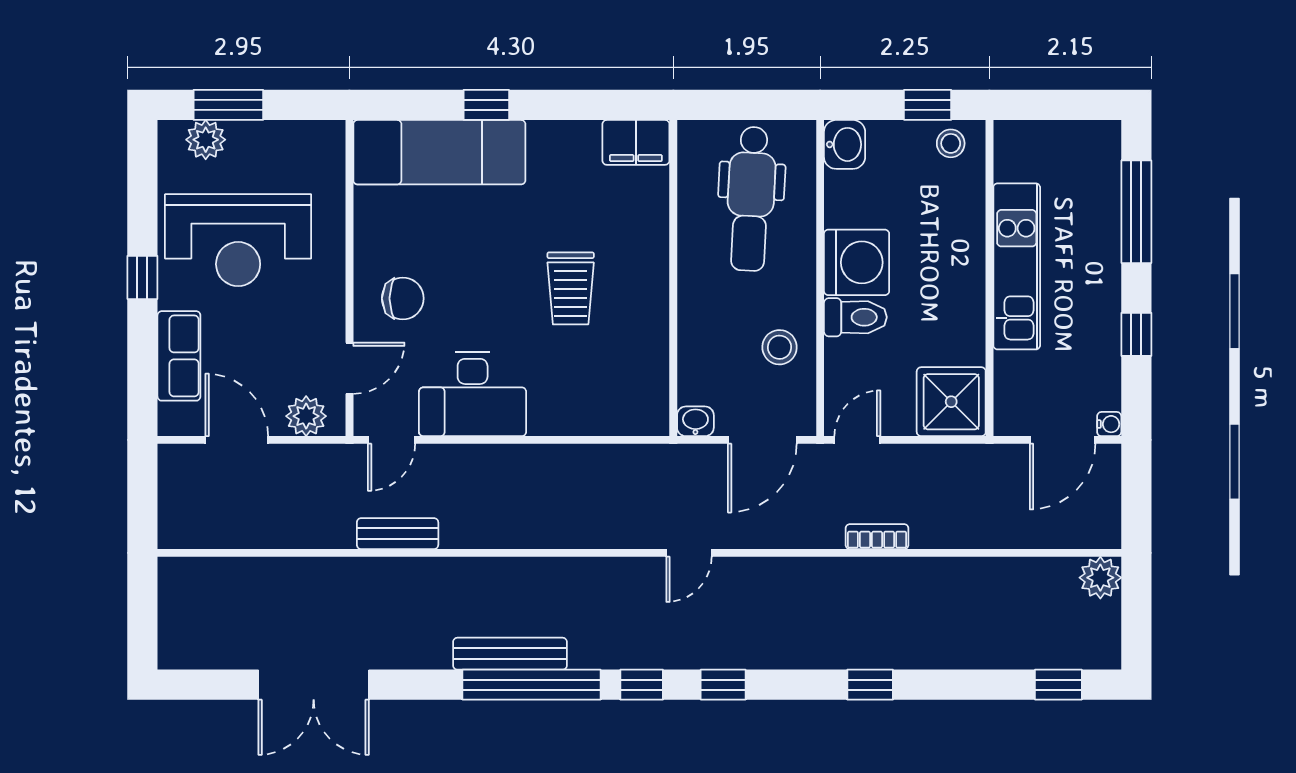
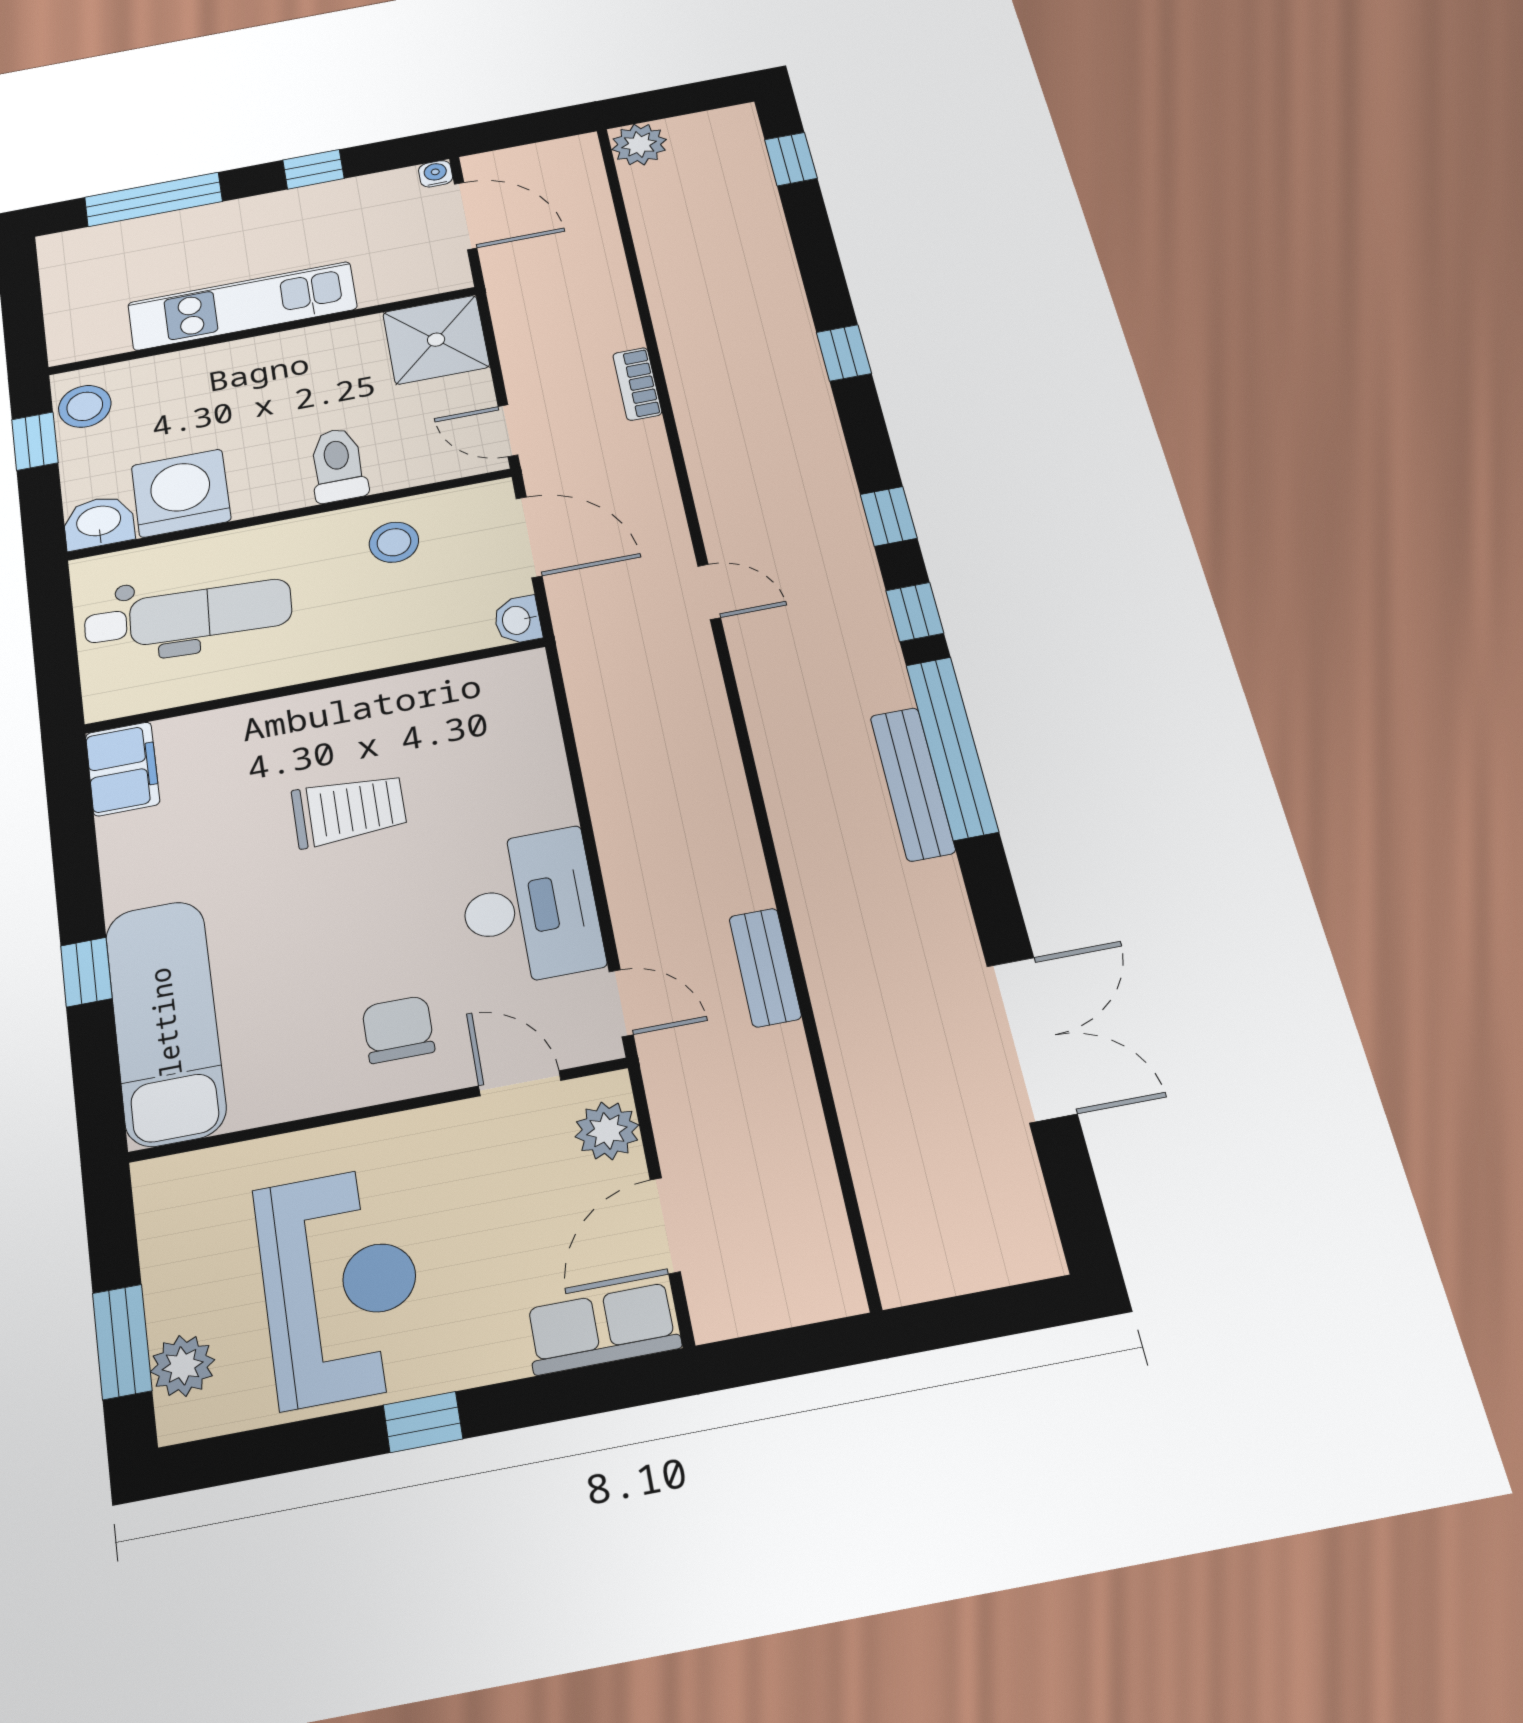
stool: (951, 143) -> (85, 406), width x1.37, depth x1.37
washing machine: (857, 262) -> (181, 493), moved
row of seats: (179, 356) -> (602, 1329), moved

